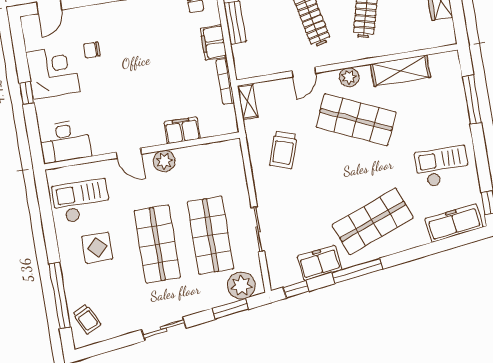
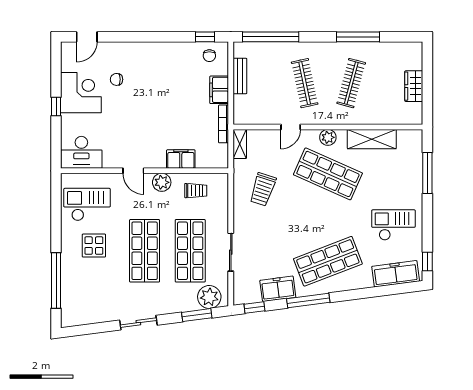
trolley: (87, 319) -> (196, 191), moved, turned -64

